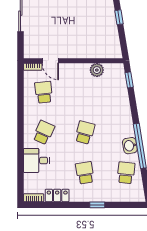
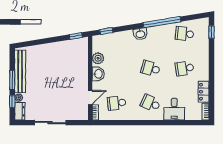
window: (119, 17) -> (76, 36), moved
washbasin: (78, 70) -> (98, 74), added
washbasin: (130, 146) -> (140, 34), moved
window: (97, 205) -> (212, 32), moved

